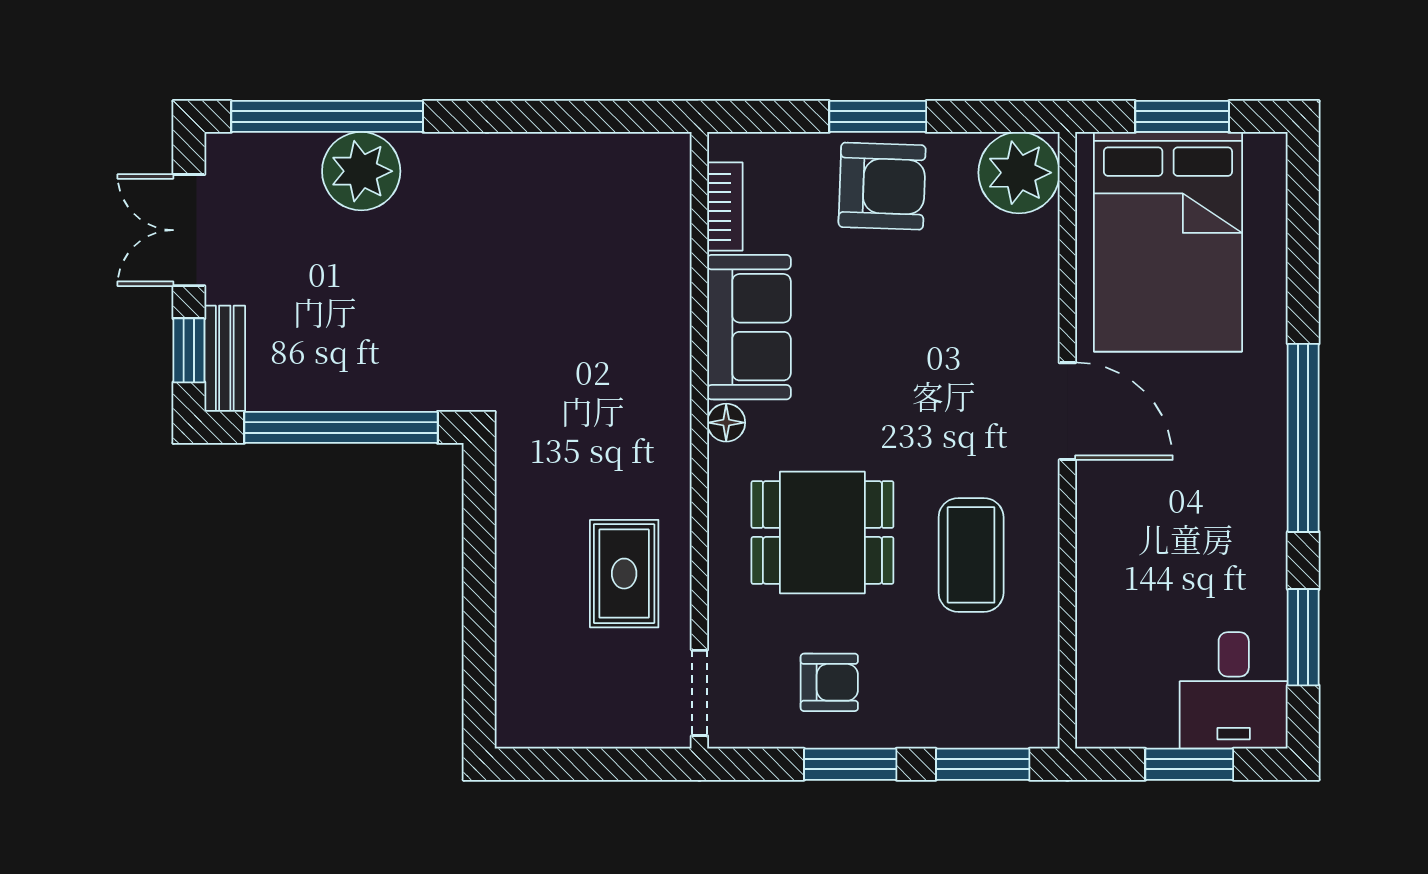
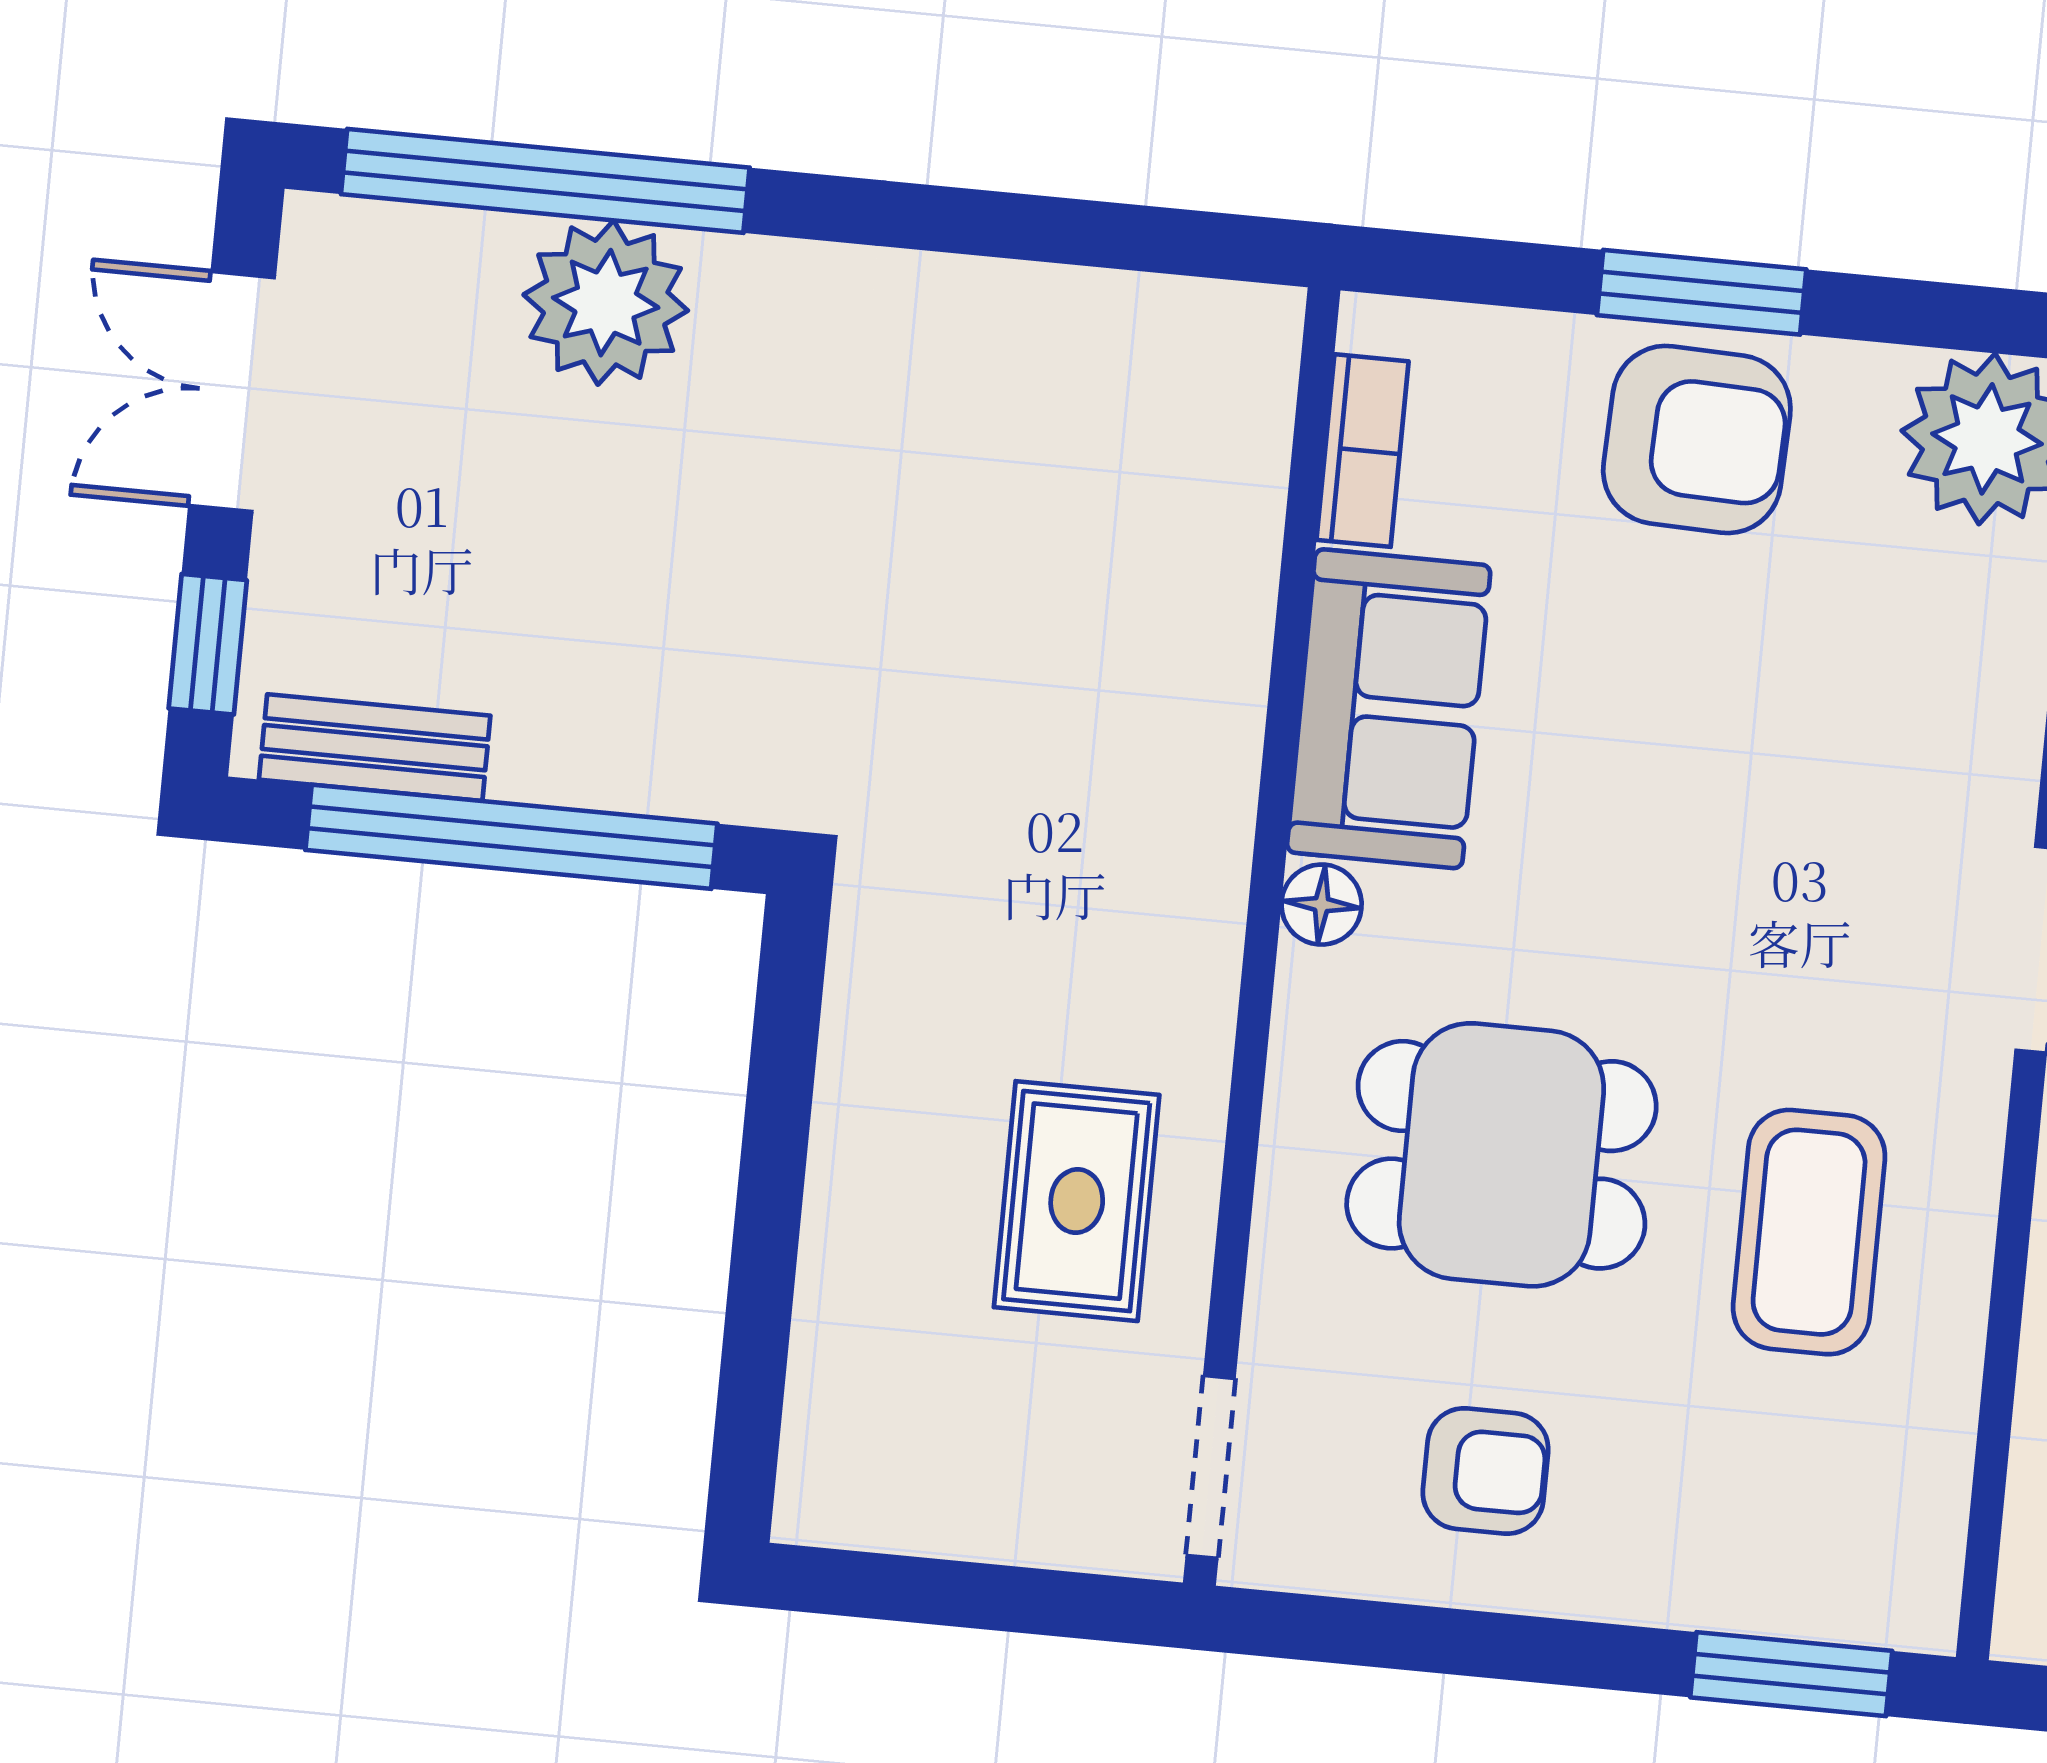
bench: (225, 359) -> (375, 748), moved, turned 90
window: (850, 764) -> (1513, 1647), removed

